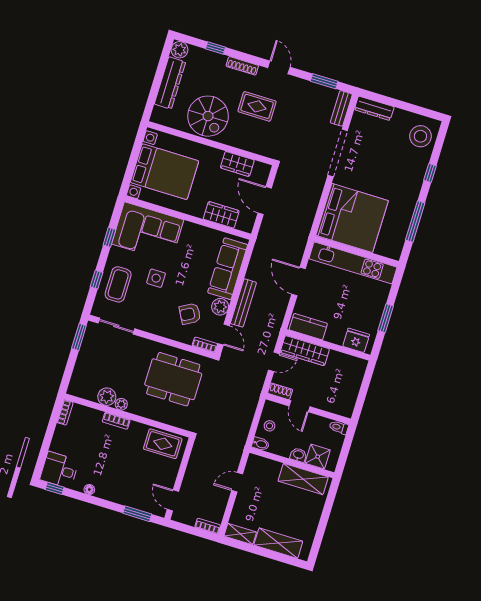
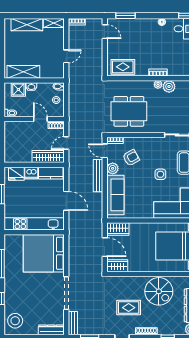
spiral stairs: (208, 116) -> (159, 291), turned 180
wardrobe: (237, 164) -> (117, 266), moved
wardrobe: (221, 215) -> (118, 229), moved
dishwasher: (335, 335) -> (31, 173), added

